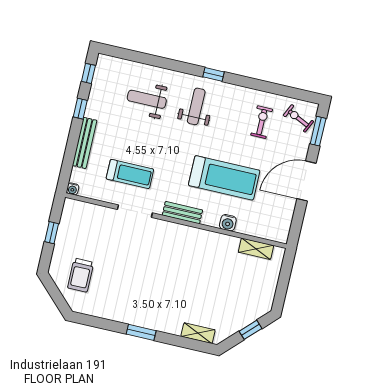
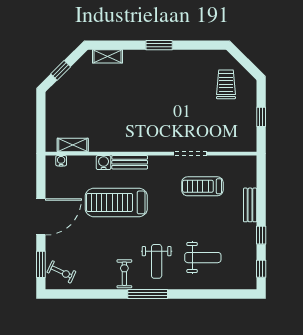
window: (214, 74) -> (148, 294), width x2.17
exercise bike: (262, 122) -> (124, 274), moved, turned 180
bench: (85, 143) -> (250, 205), width x0.73
water cooler: (73, 189) -> (61, 161), moved
bench: (182, 213) -> (130, 162), moved

